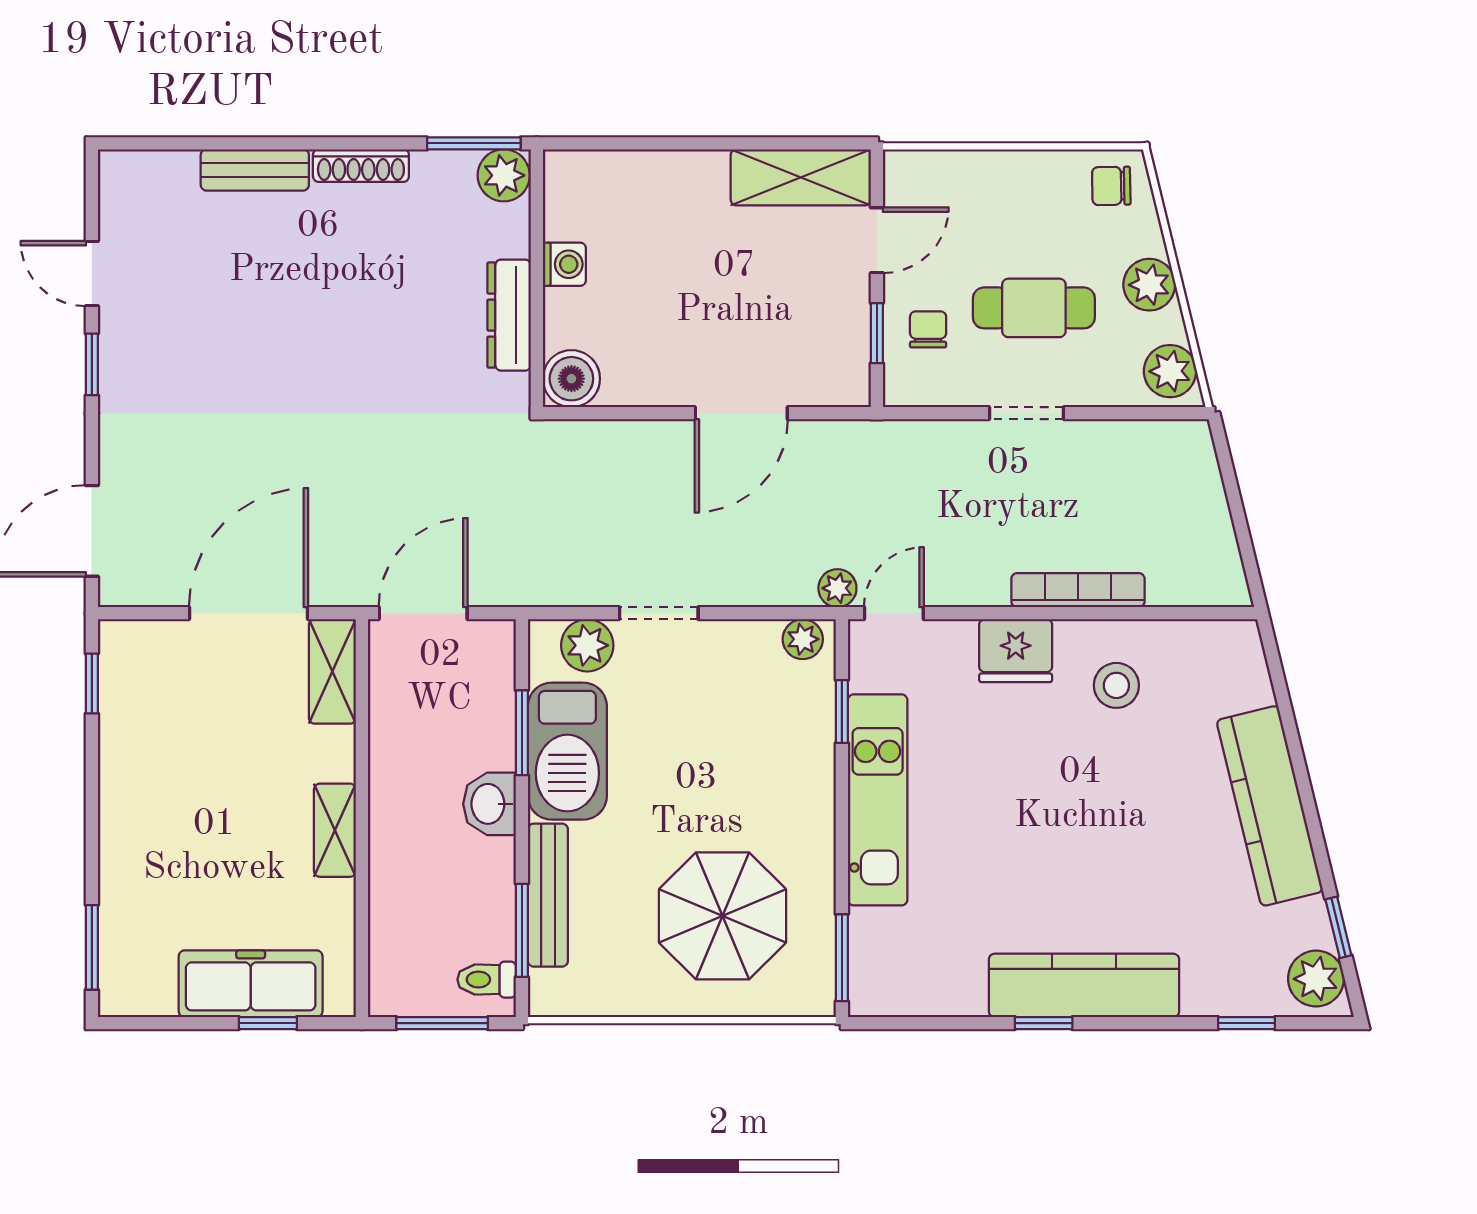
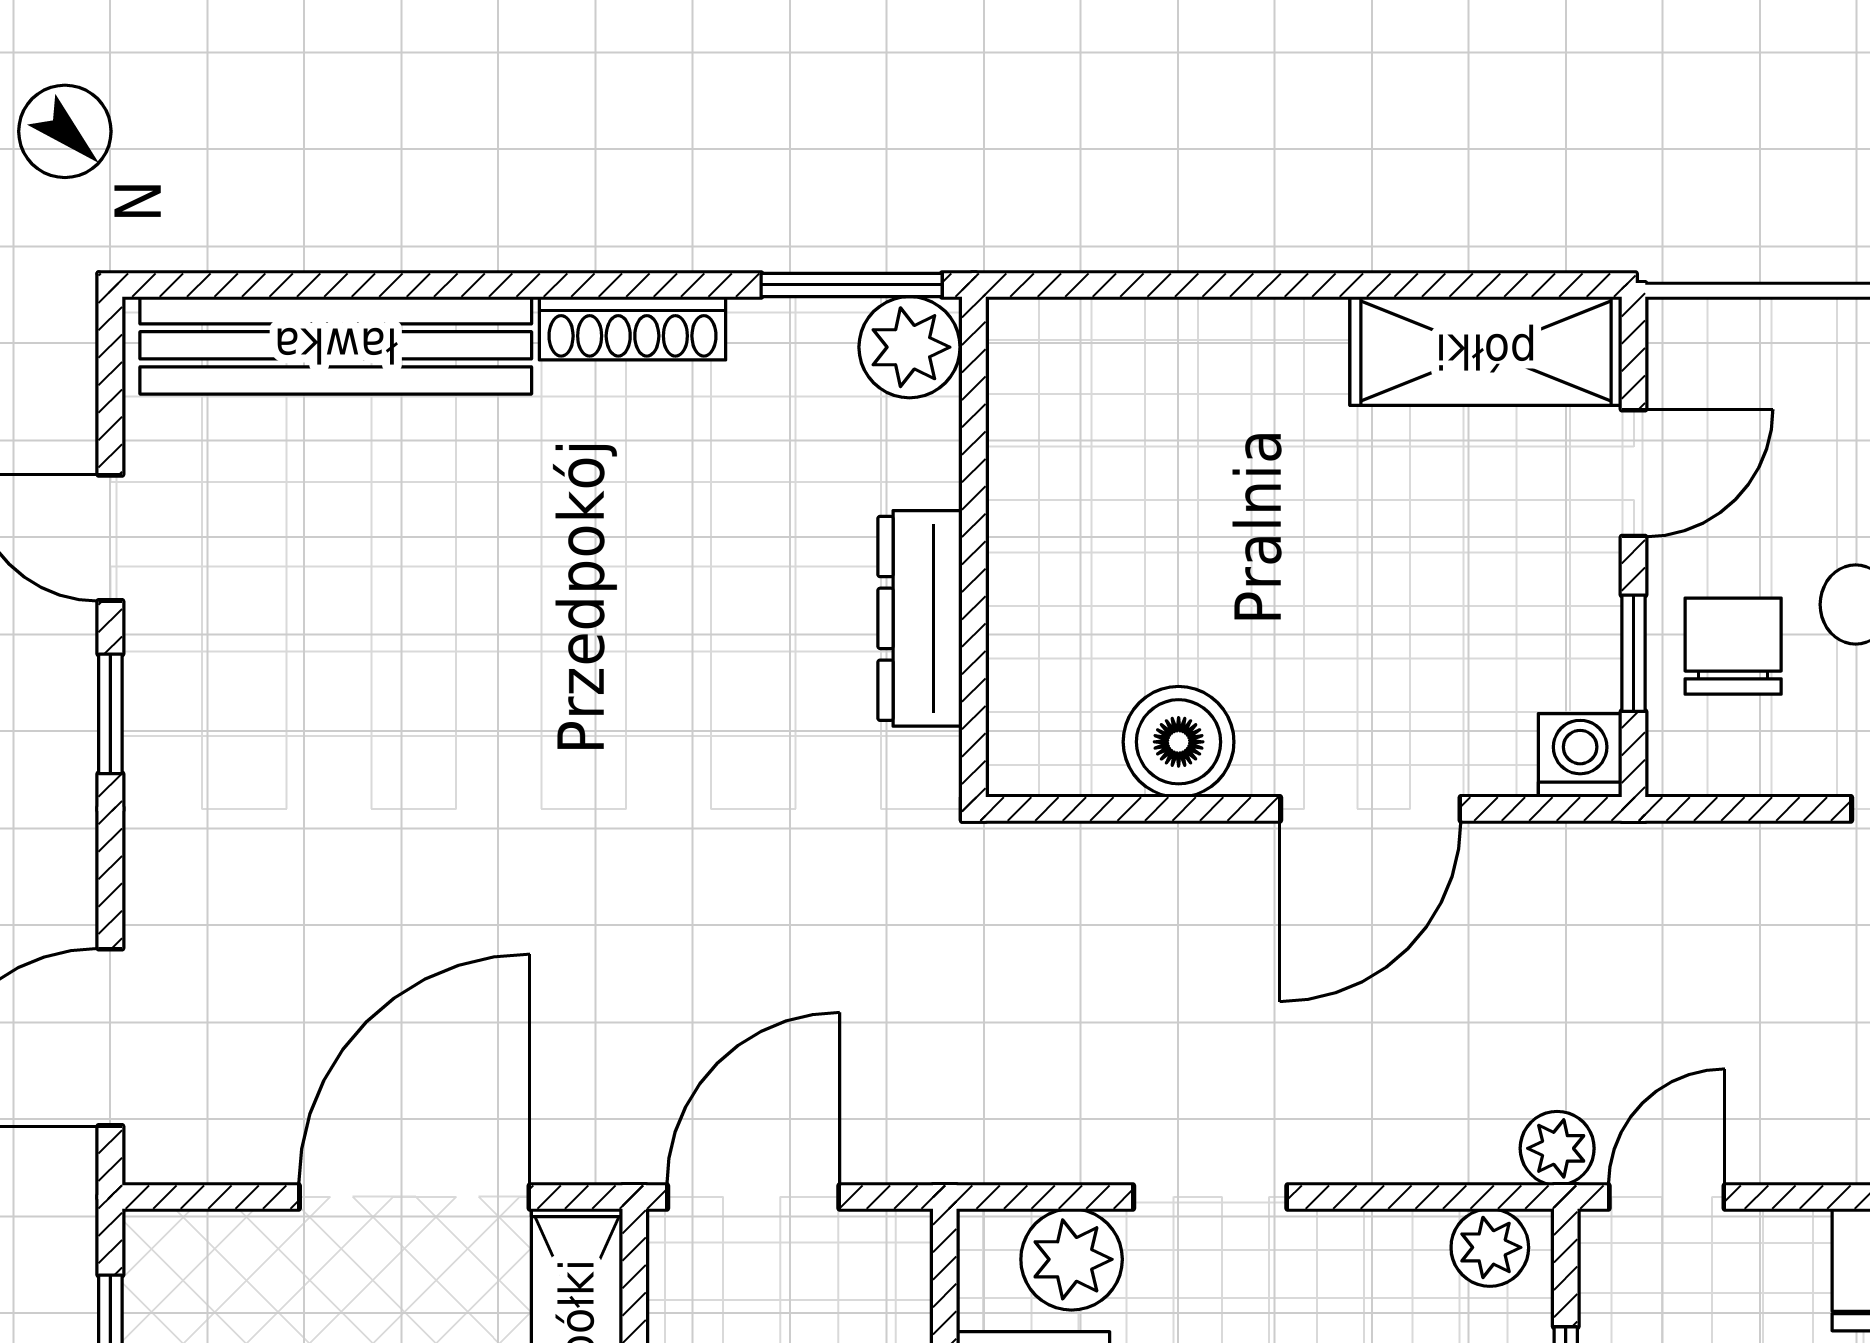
bench: (255, 170) -> (336, 345), width x1.86, depth x1.21
washing machine: (564, 264) -> (1580, 755), moved, turned -90
chair: (928, 329) -> (1733, 646), width x1.37, depth x1.37
boiler: (571, 379) -> (1179, 742), moved

